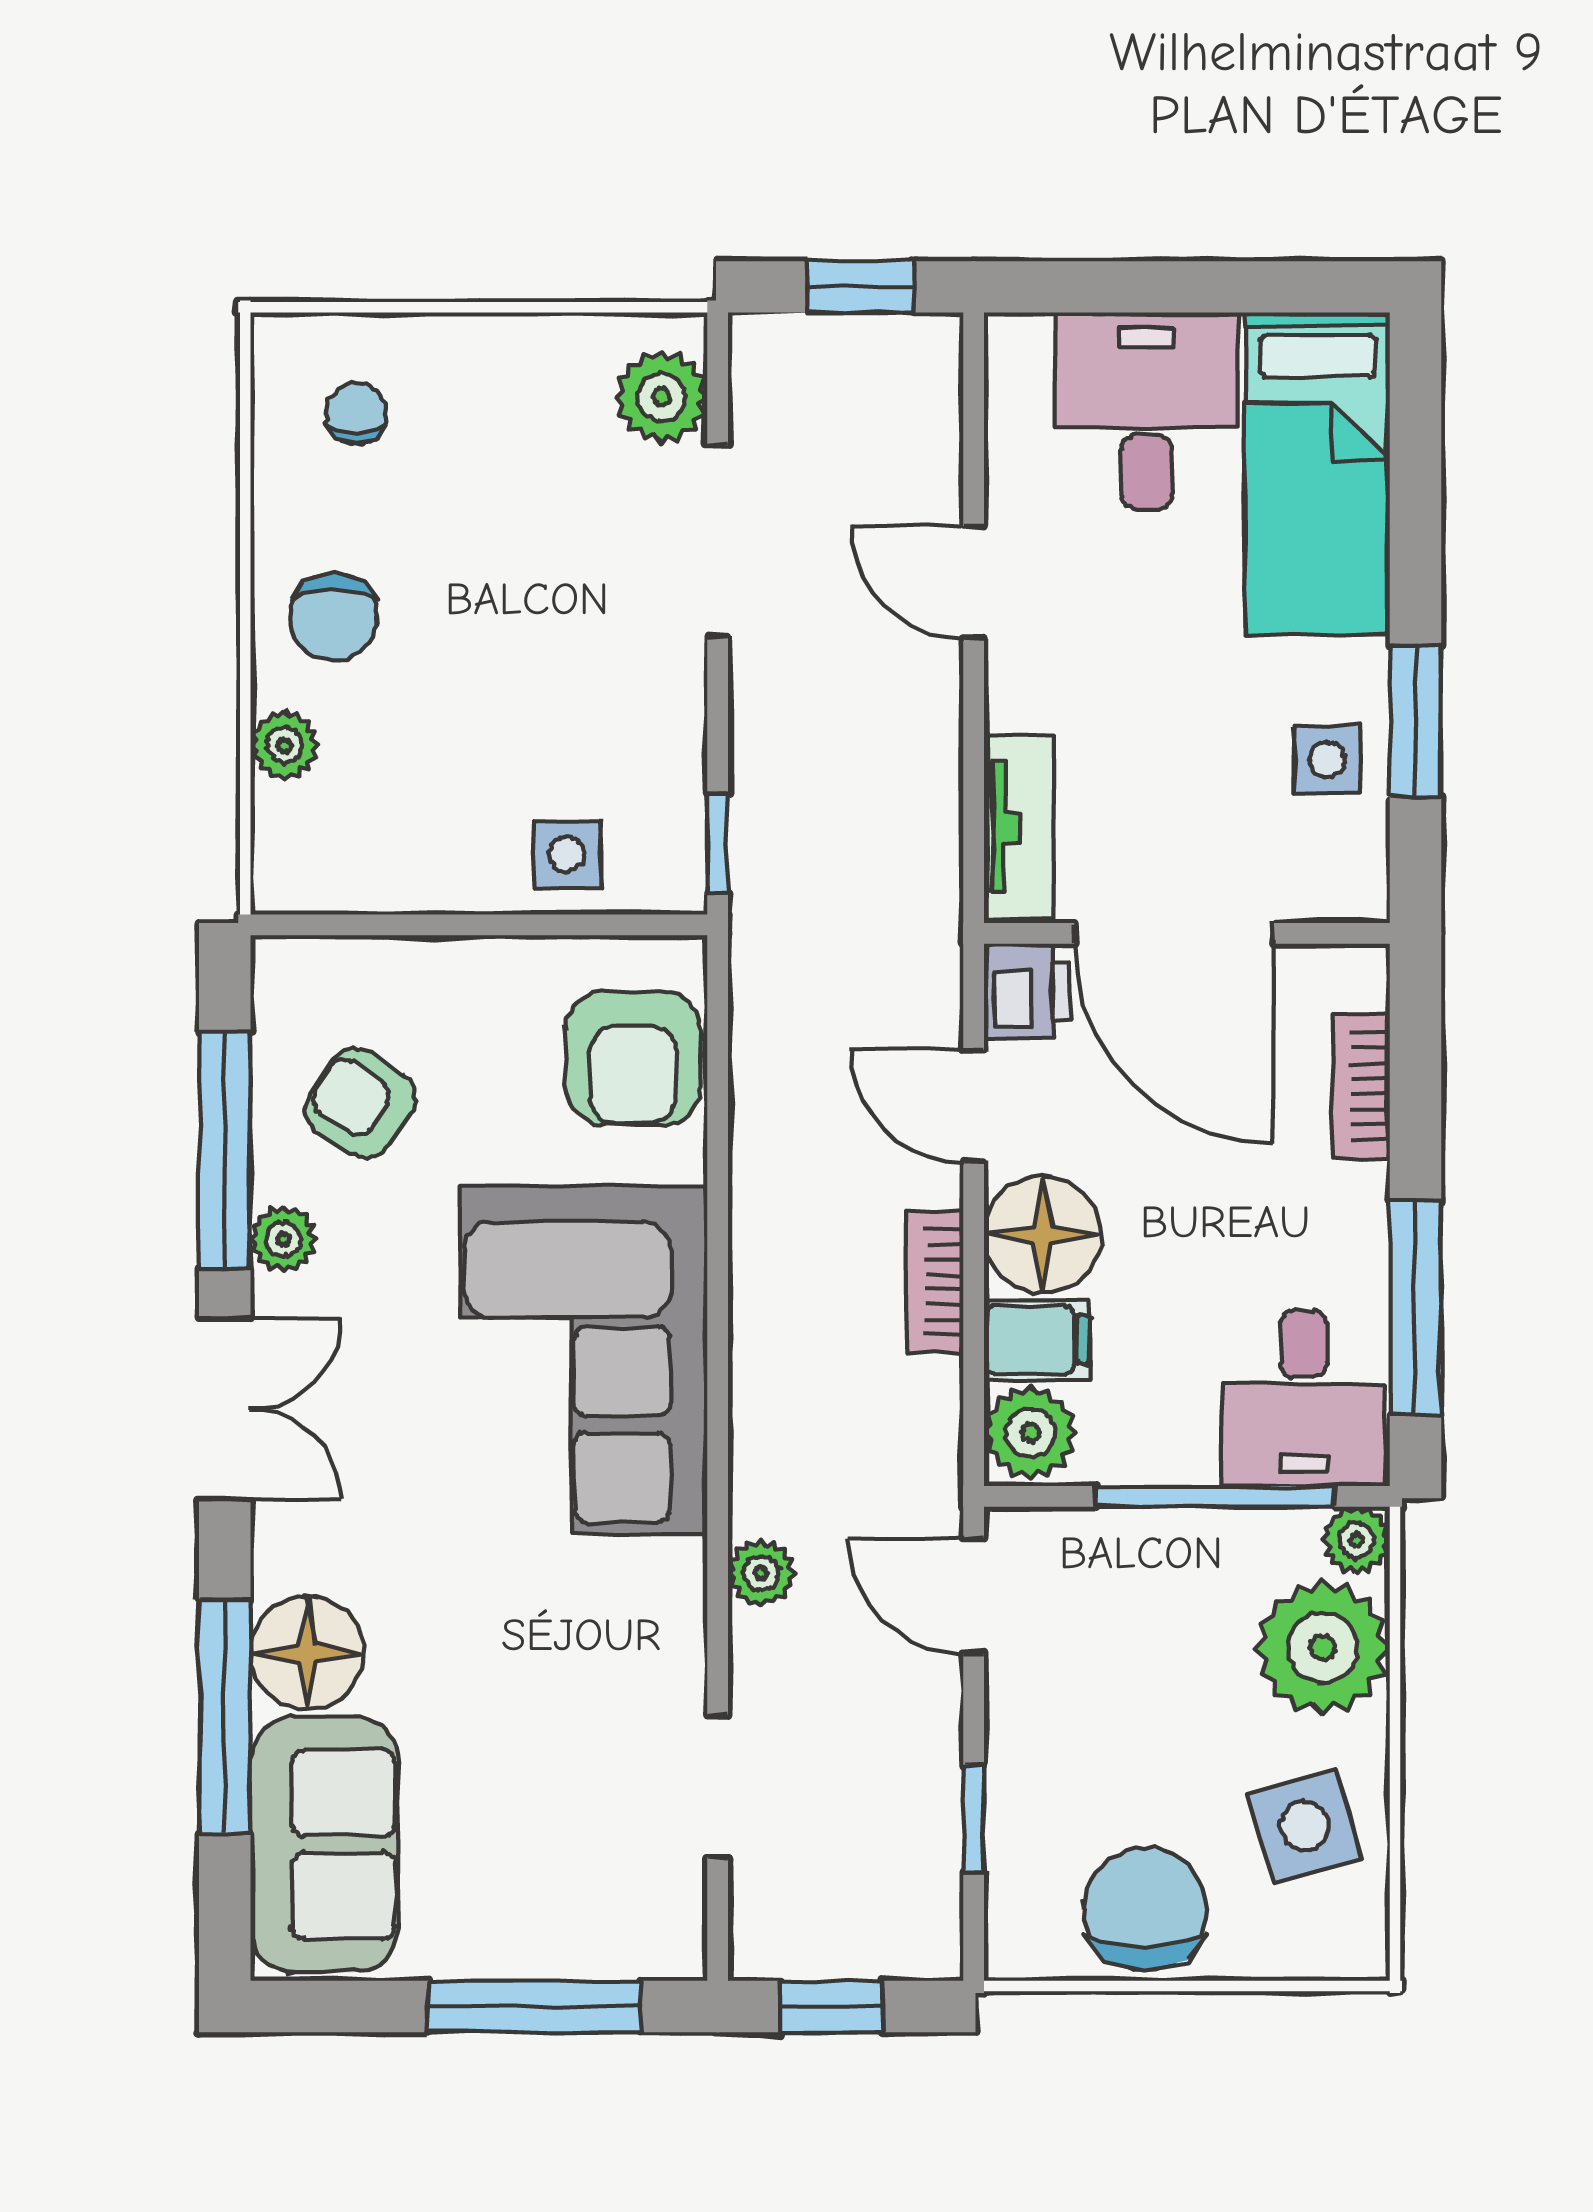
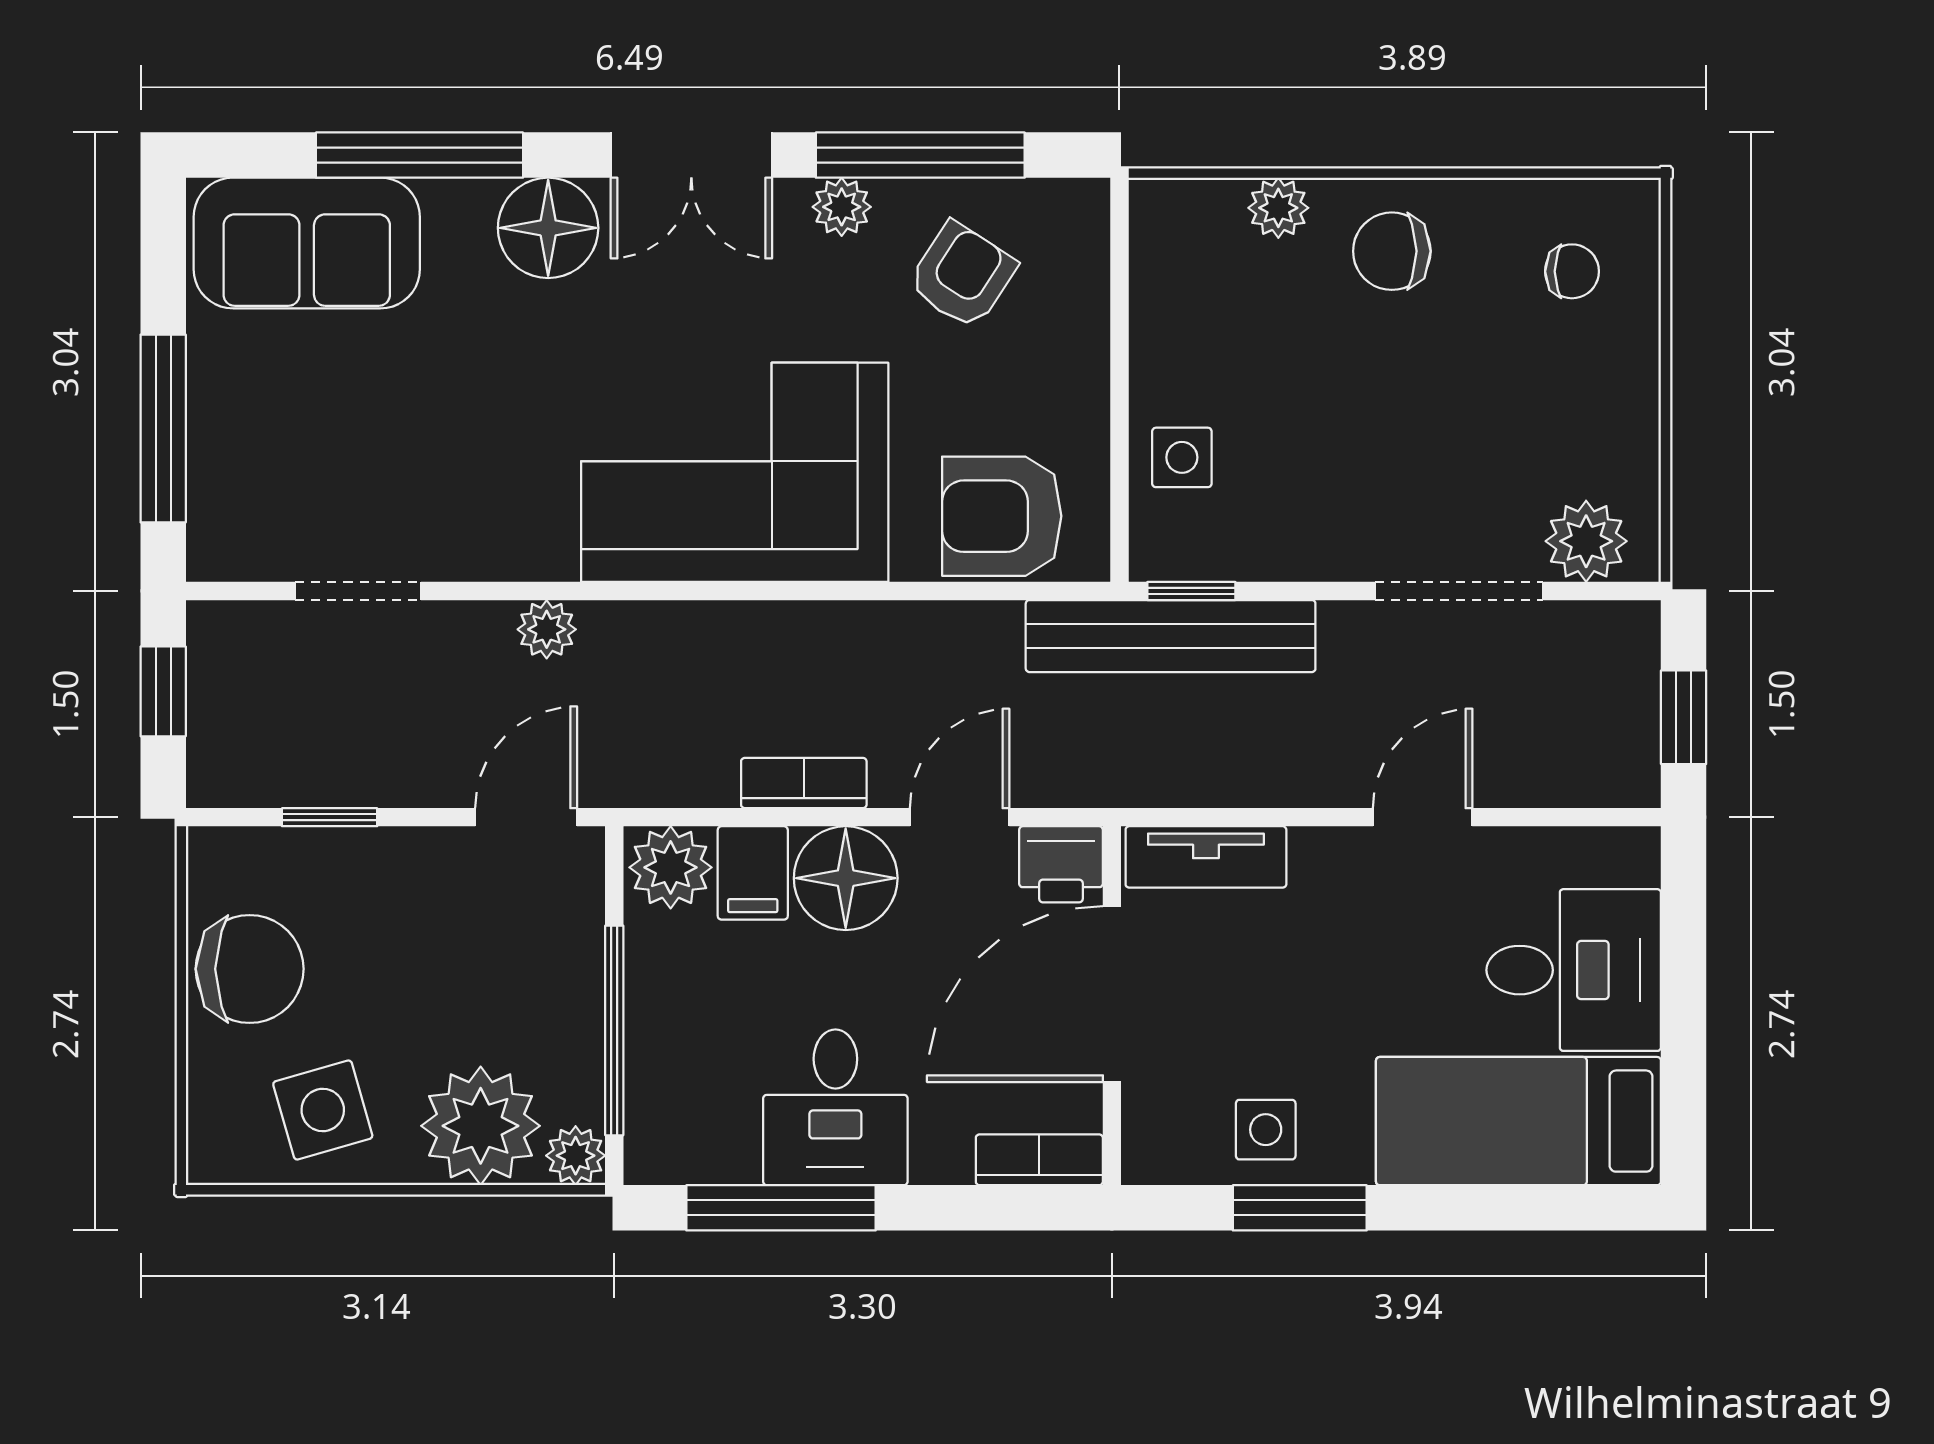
bench: (769, 867) -> (1171, 636), added
bookcase: (1361, 1086) -> (1039, 1160), moved
desk: (1304, 1398) -> (835, 1107), moved, turned -90
floor lamp: (307, 1653) -> (548, 228), moved

